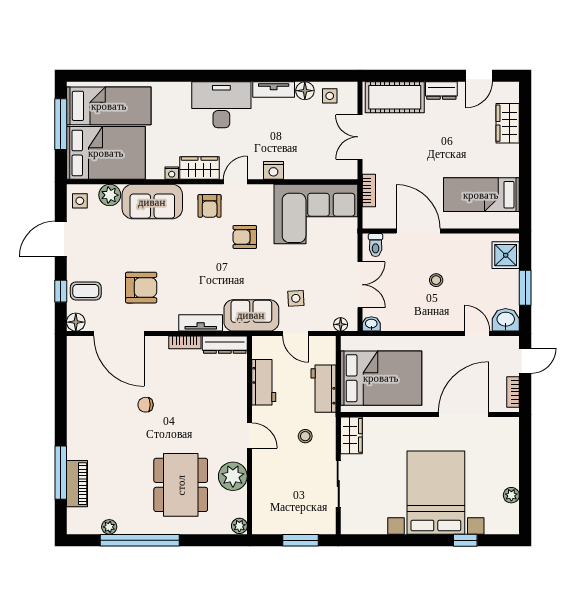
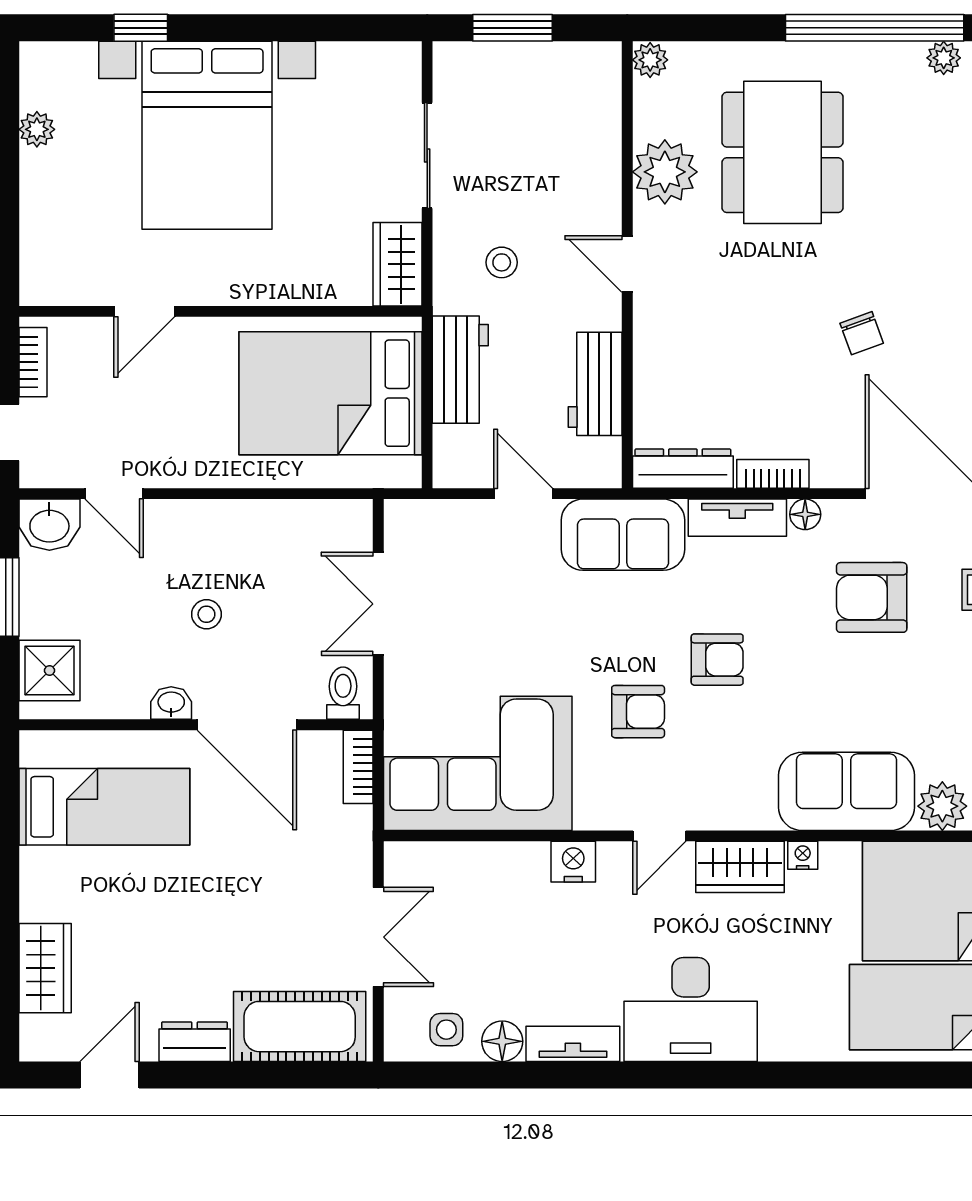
bookcase: (369, 191) -> (358, 767), moved
armchair: (210, 206) -> (717, 660), moved, turned 90
side table: (296, 298) -> (523, 573), removed
floor lamp: (341, 324) -> (805, 514), moved
washbasin: (371, 324) -> (171, 703), moved, turned 180
chair: (146, 405) -> (862, 333), turned 70
door: (464, 414) -> (144, 311), width x0.53

